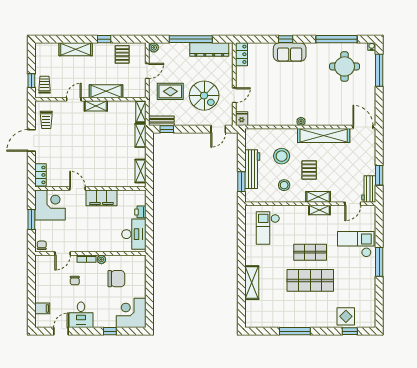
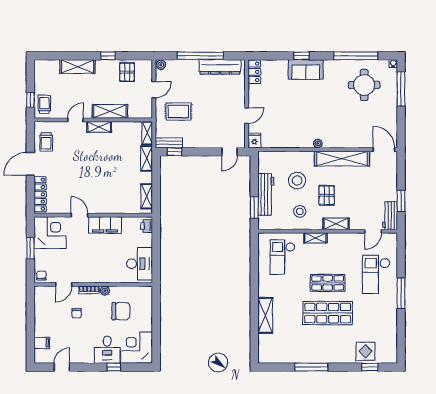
spiral stairs: (204, 96) -> (214, 116), removed
locker: (41, 175) -> (40, 194), width x1.53
shelving: (319, 210) -> (315, 238), moved
printer: (140, 212) -> (147, 226), moved
checkout: (356, 244) -> (376, 274), turned -90
desk: (81, 315) -> (107, 350), moved

